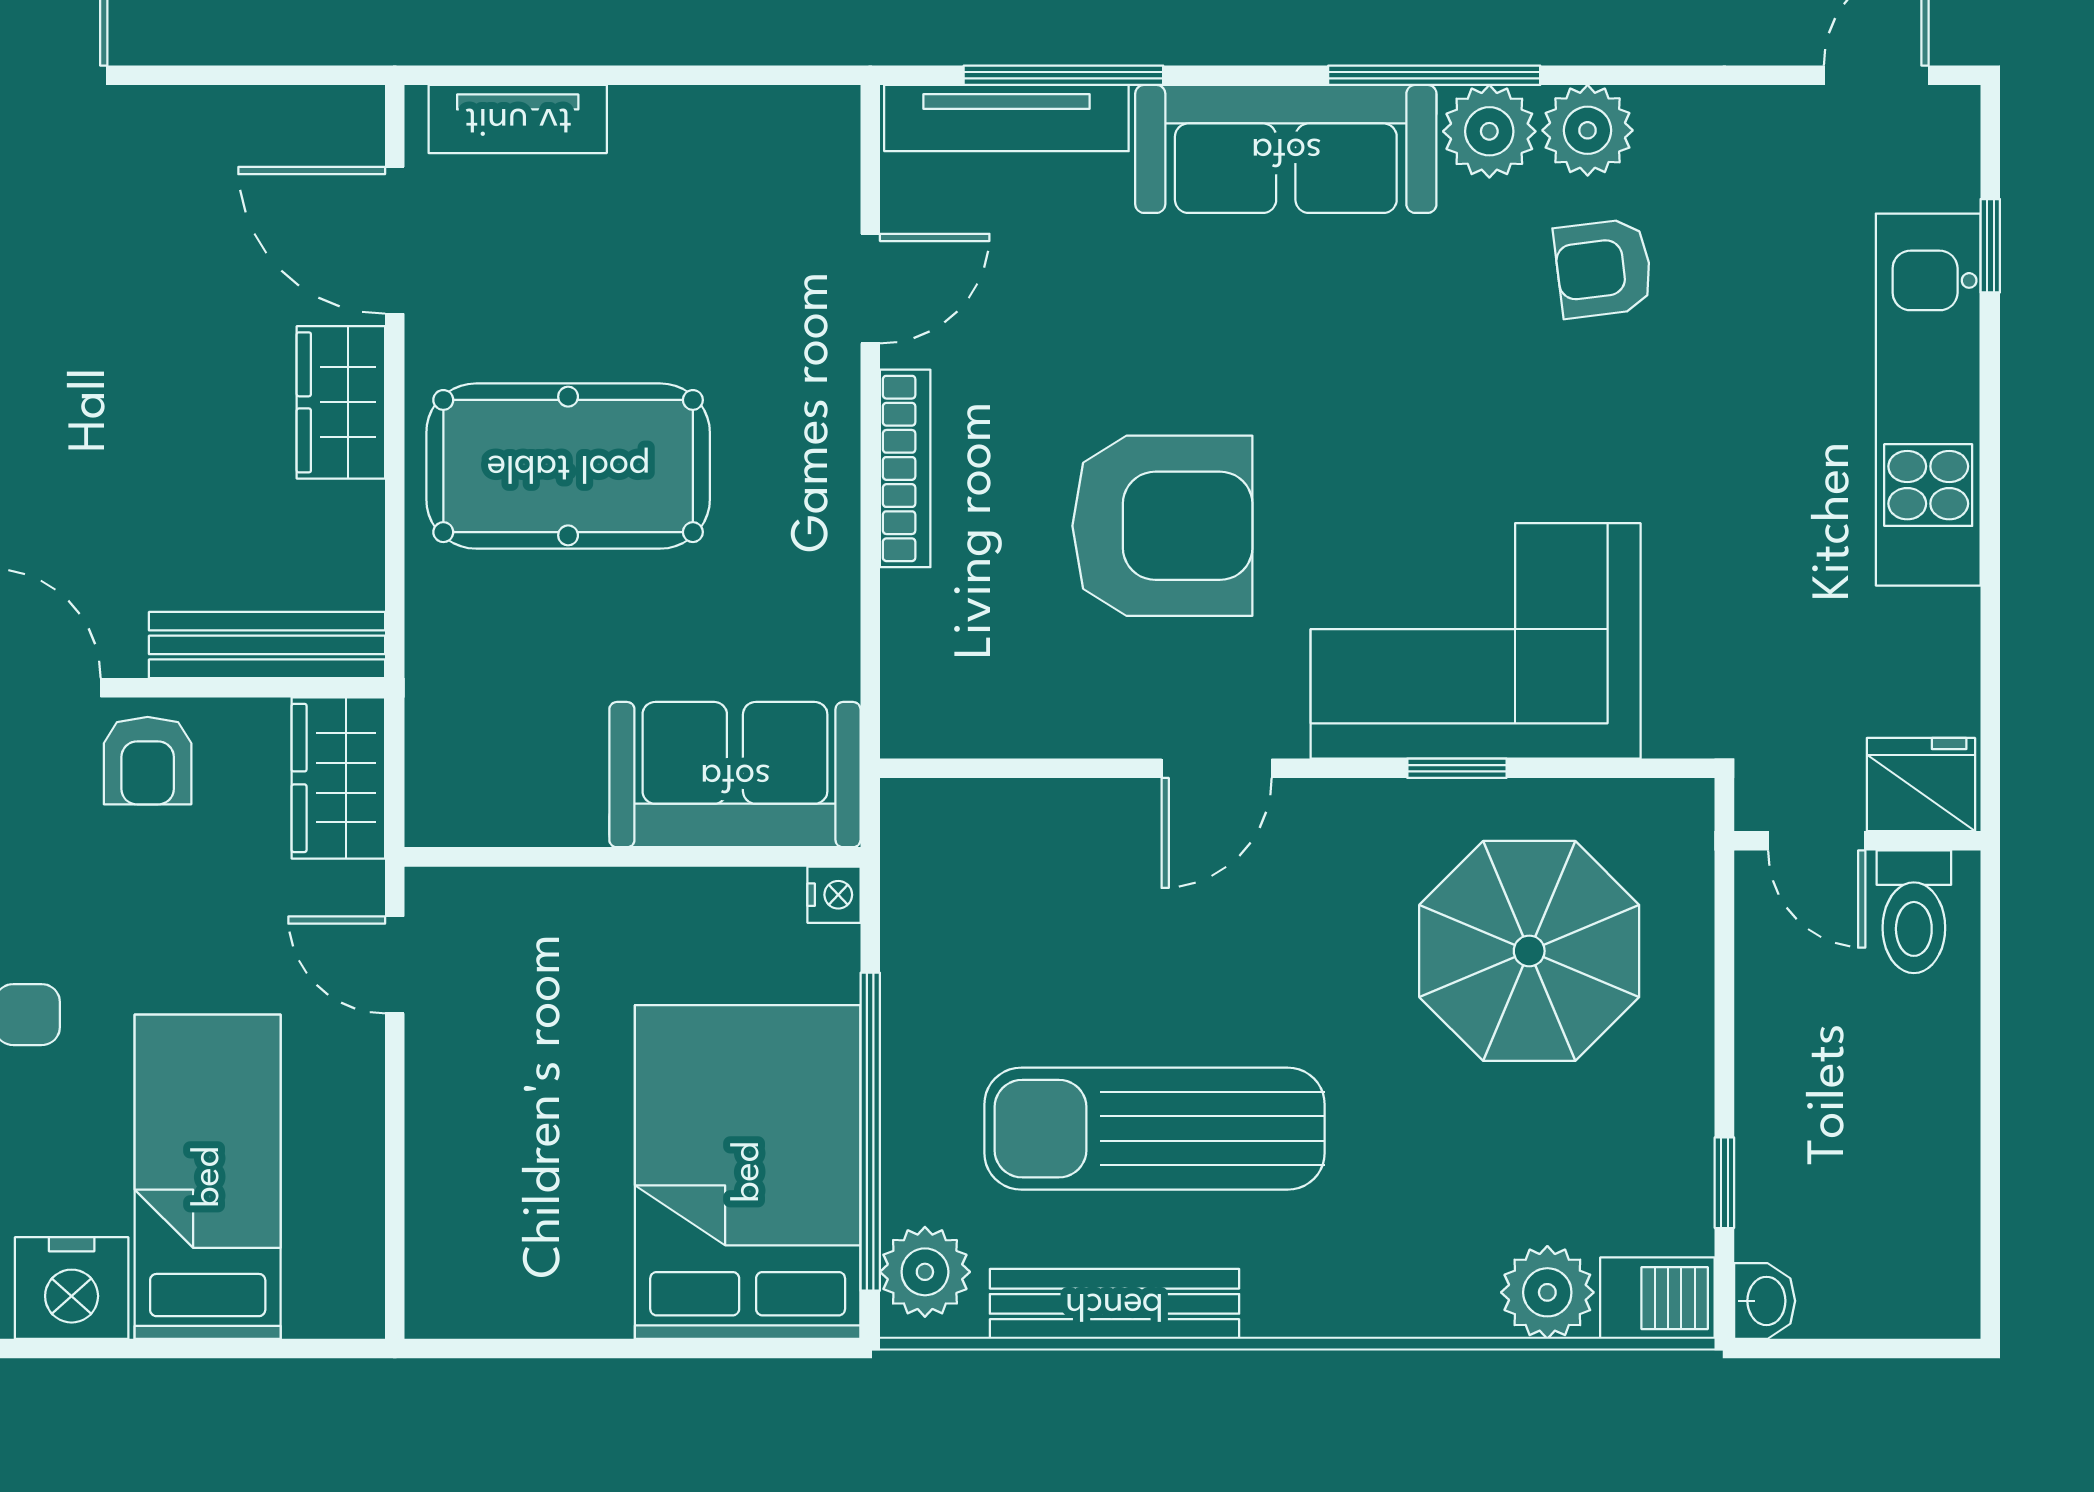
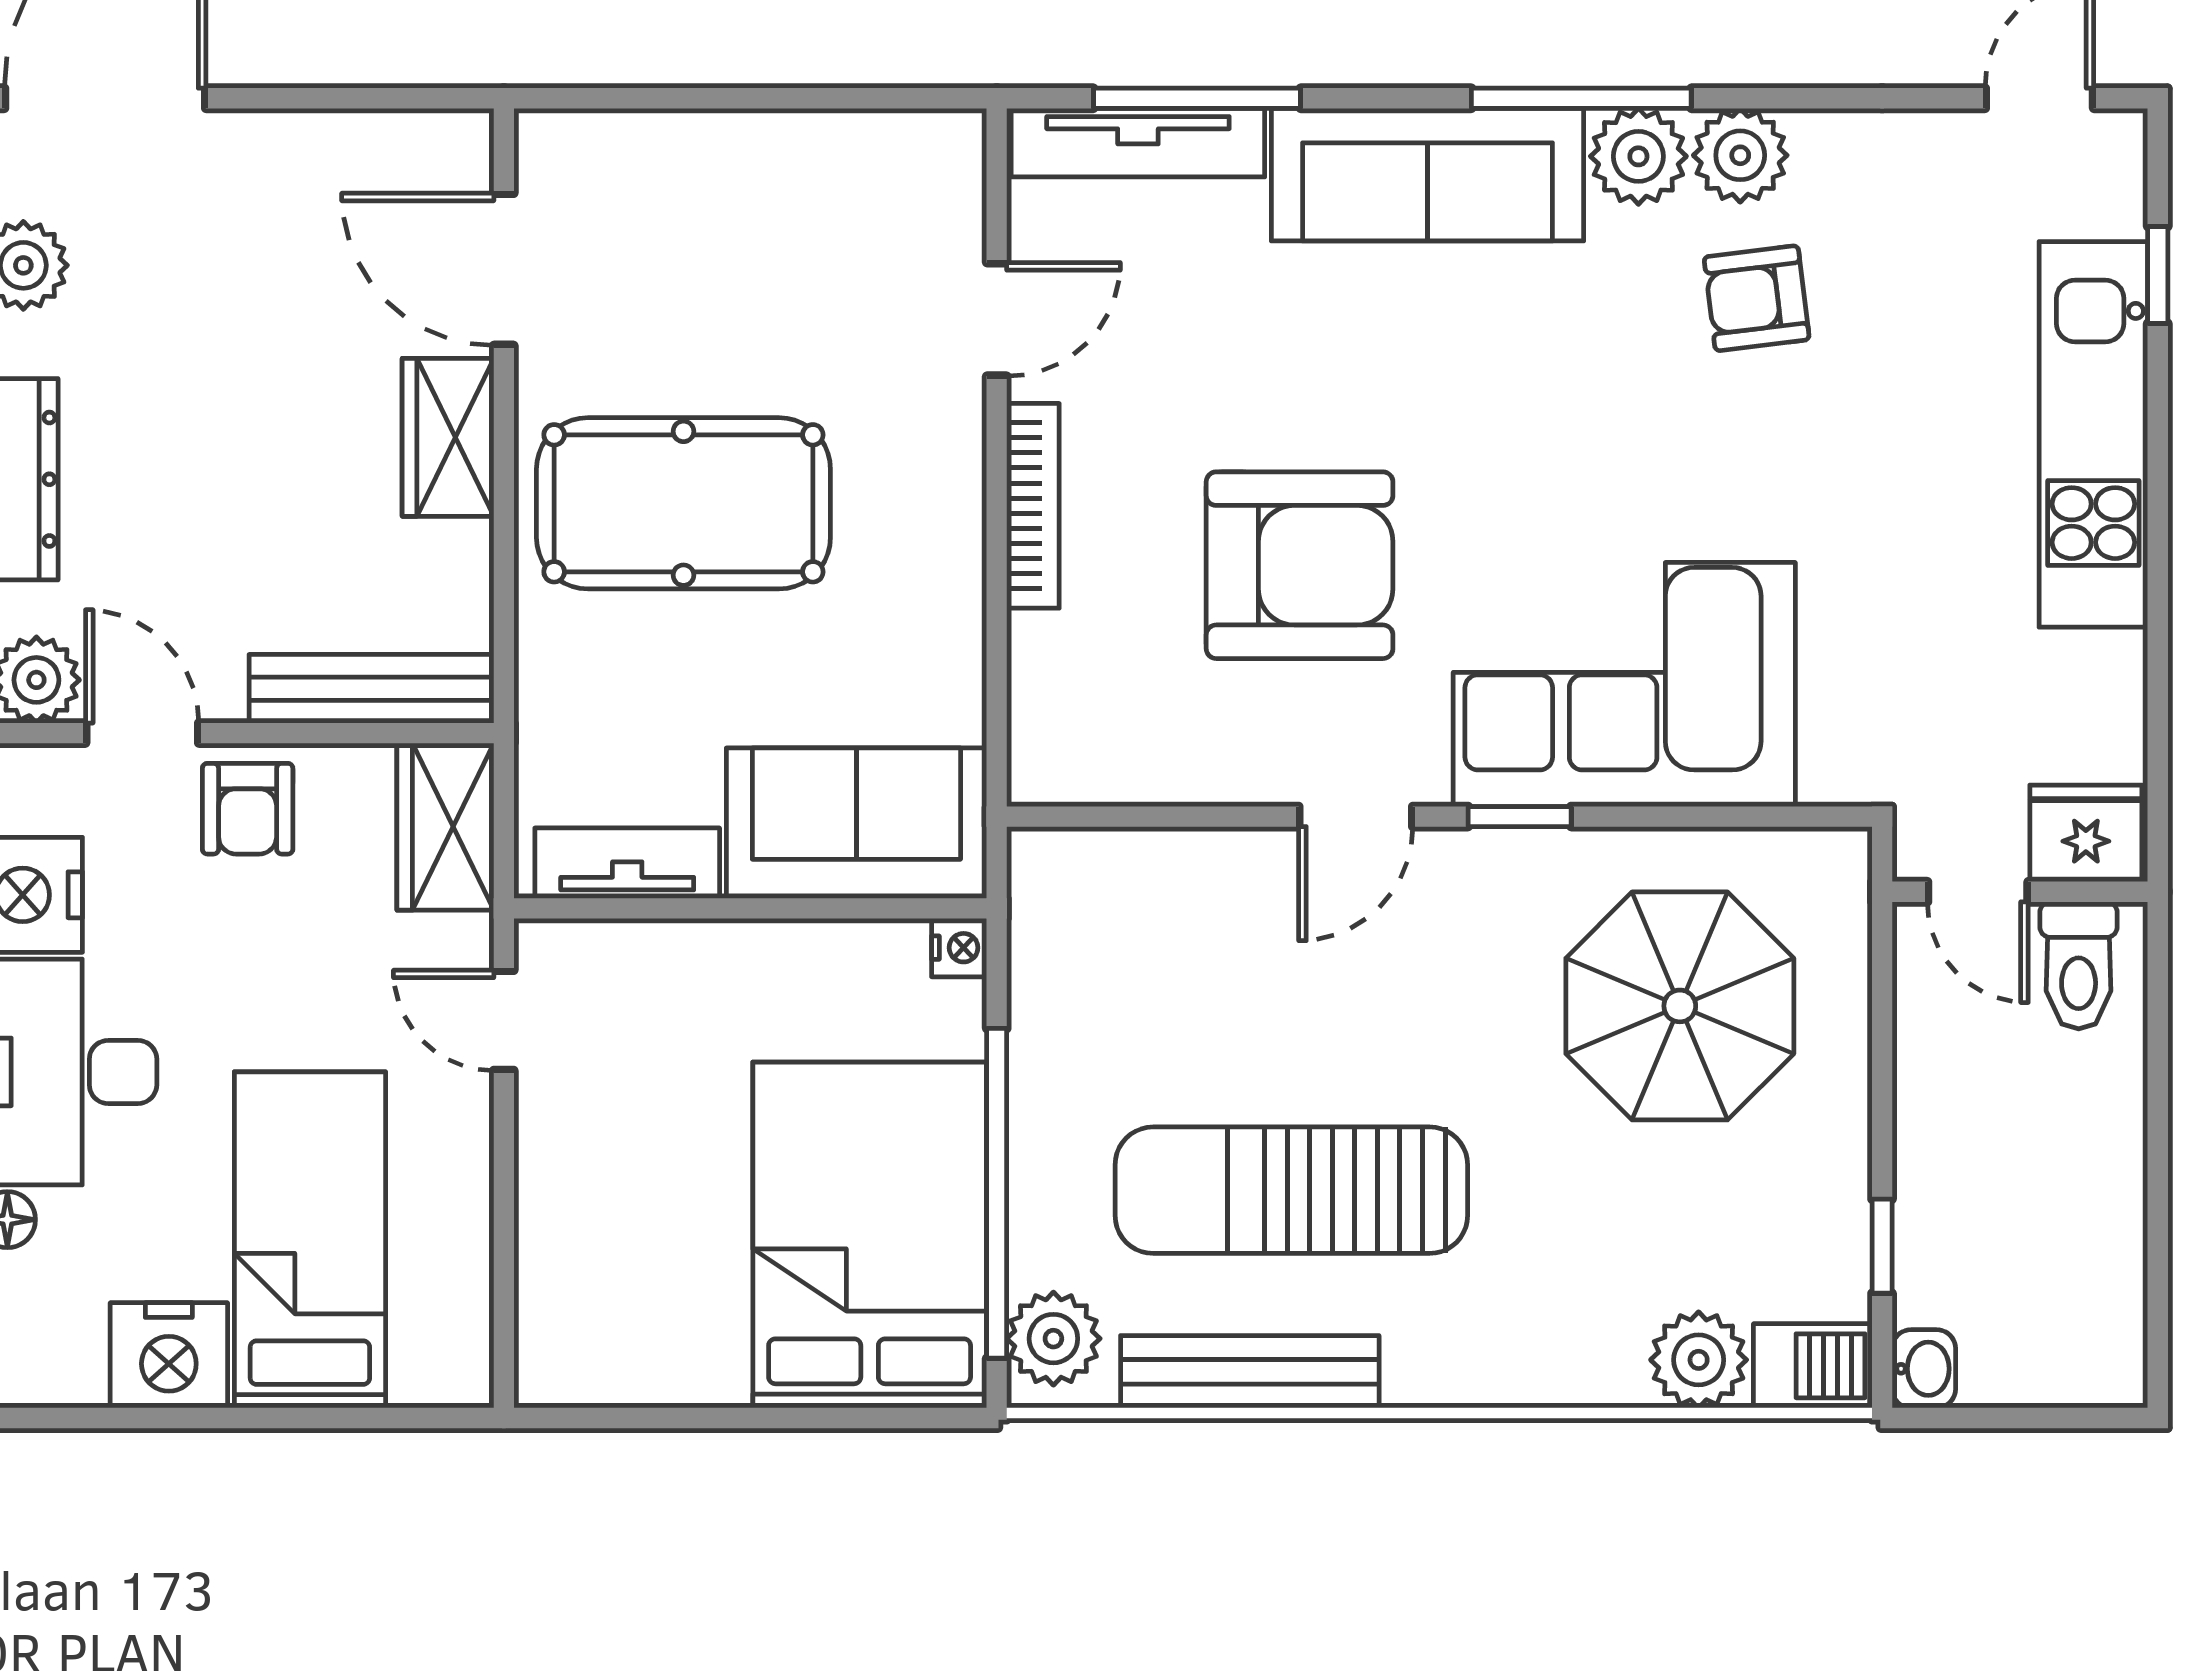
tv unit: (518, 119) -> (627, 863), moved, turned 180
window: (1457, 768) -> (1520, 817), moved

